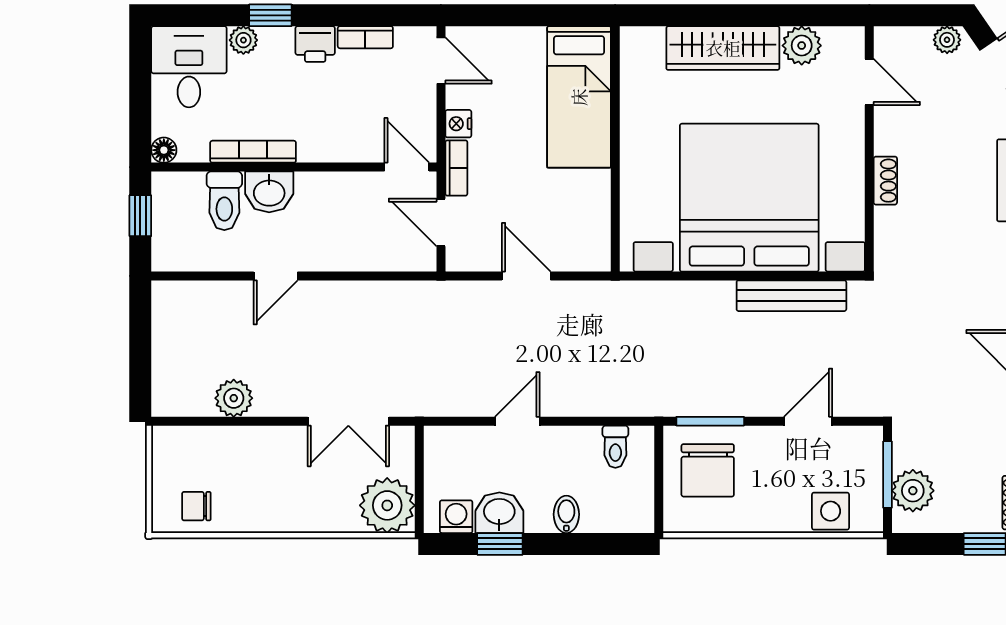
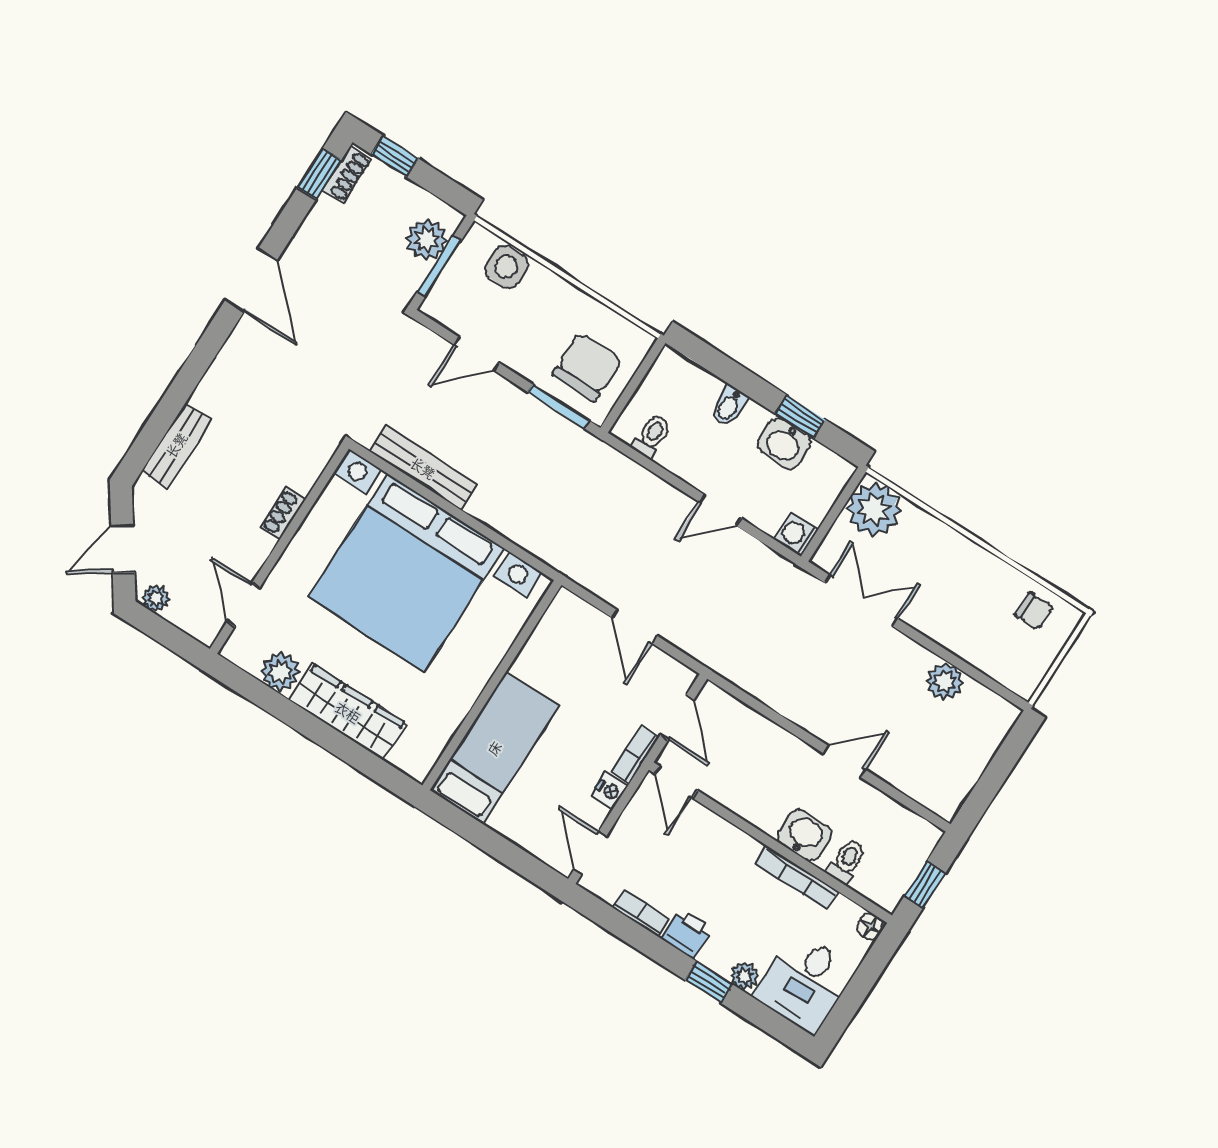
toilet: (224, 201) -> (846, 861), width x0.73, depth x0.72
washing machine: (456, 517) -> (796, 534), moved, turned 90

